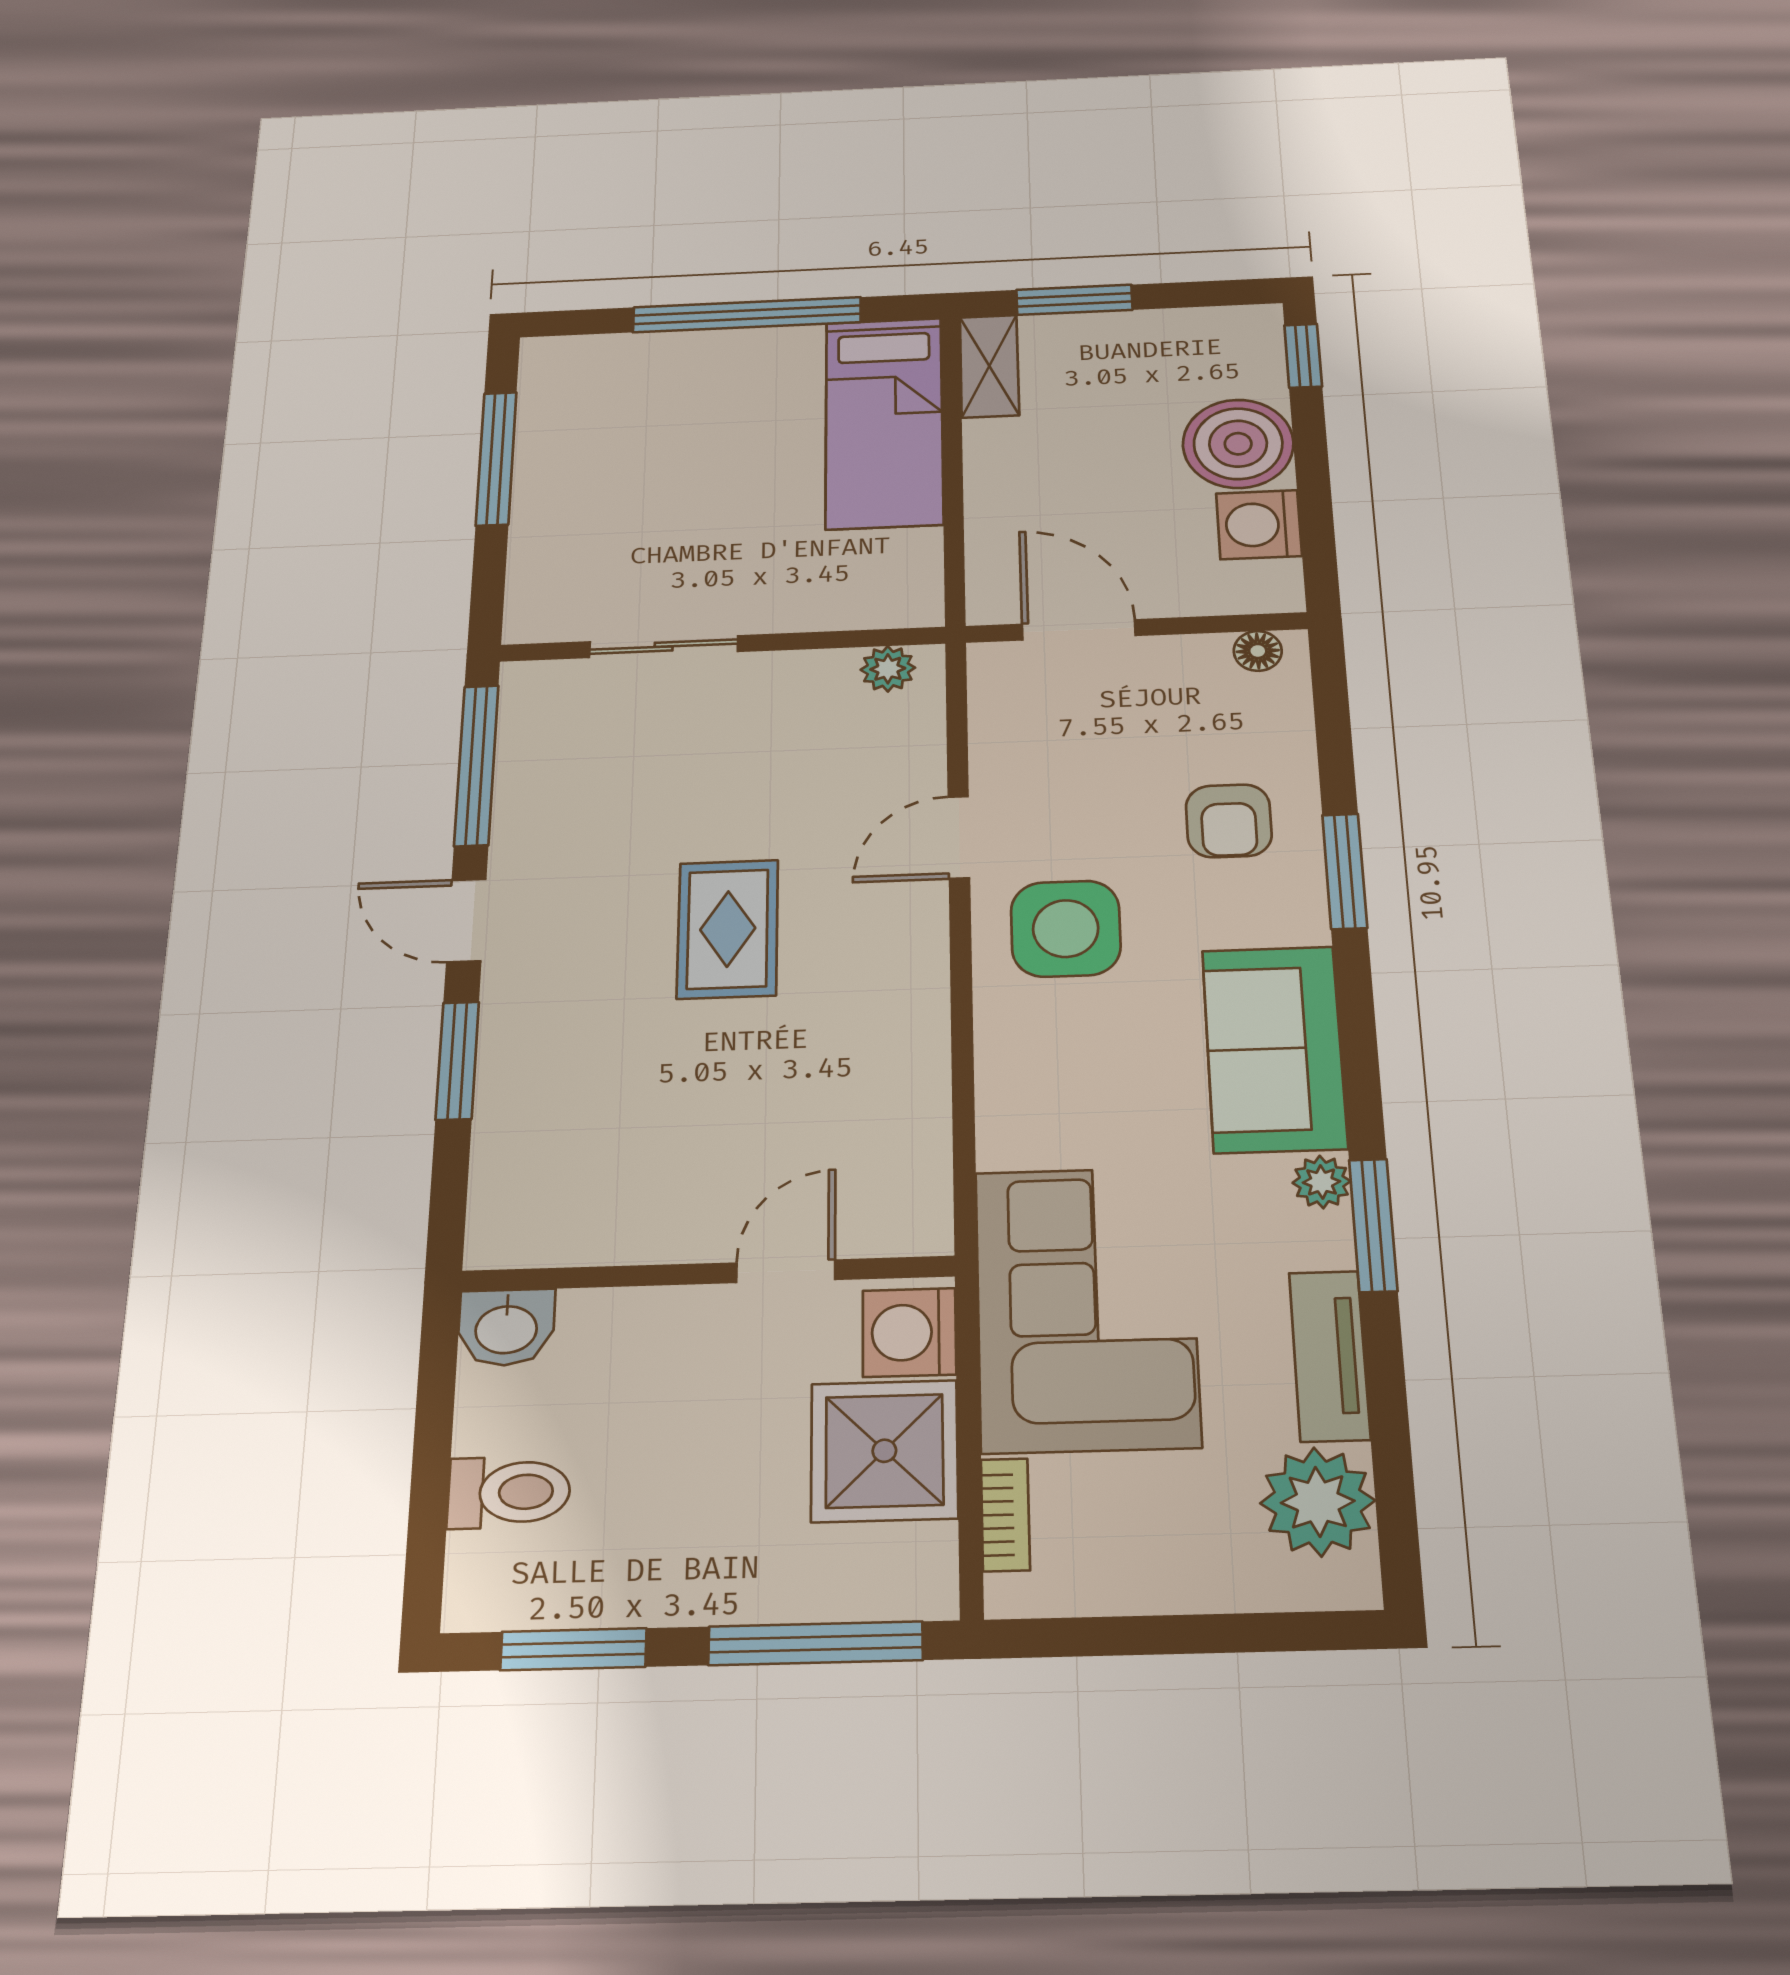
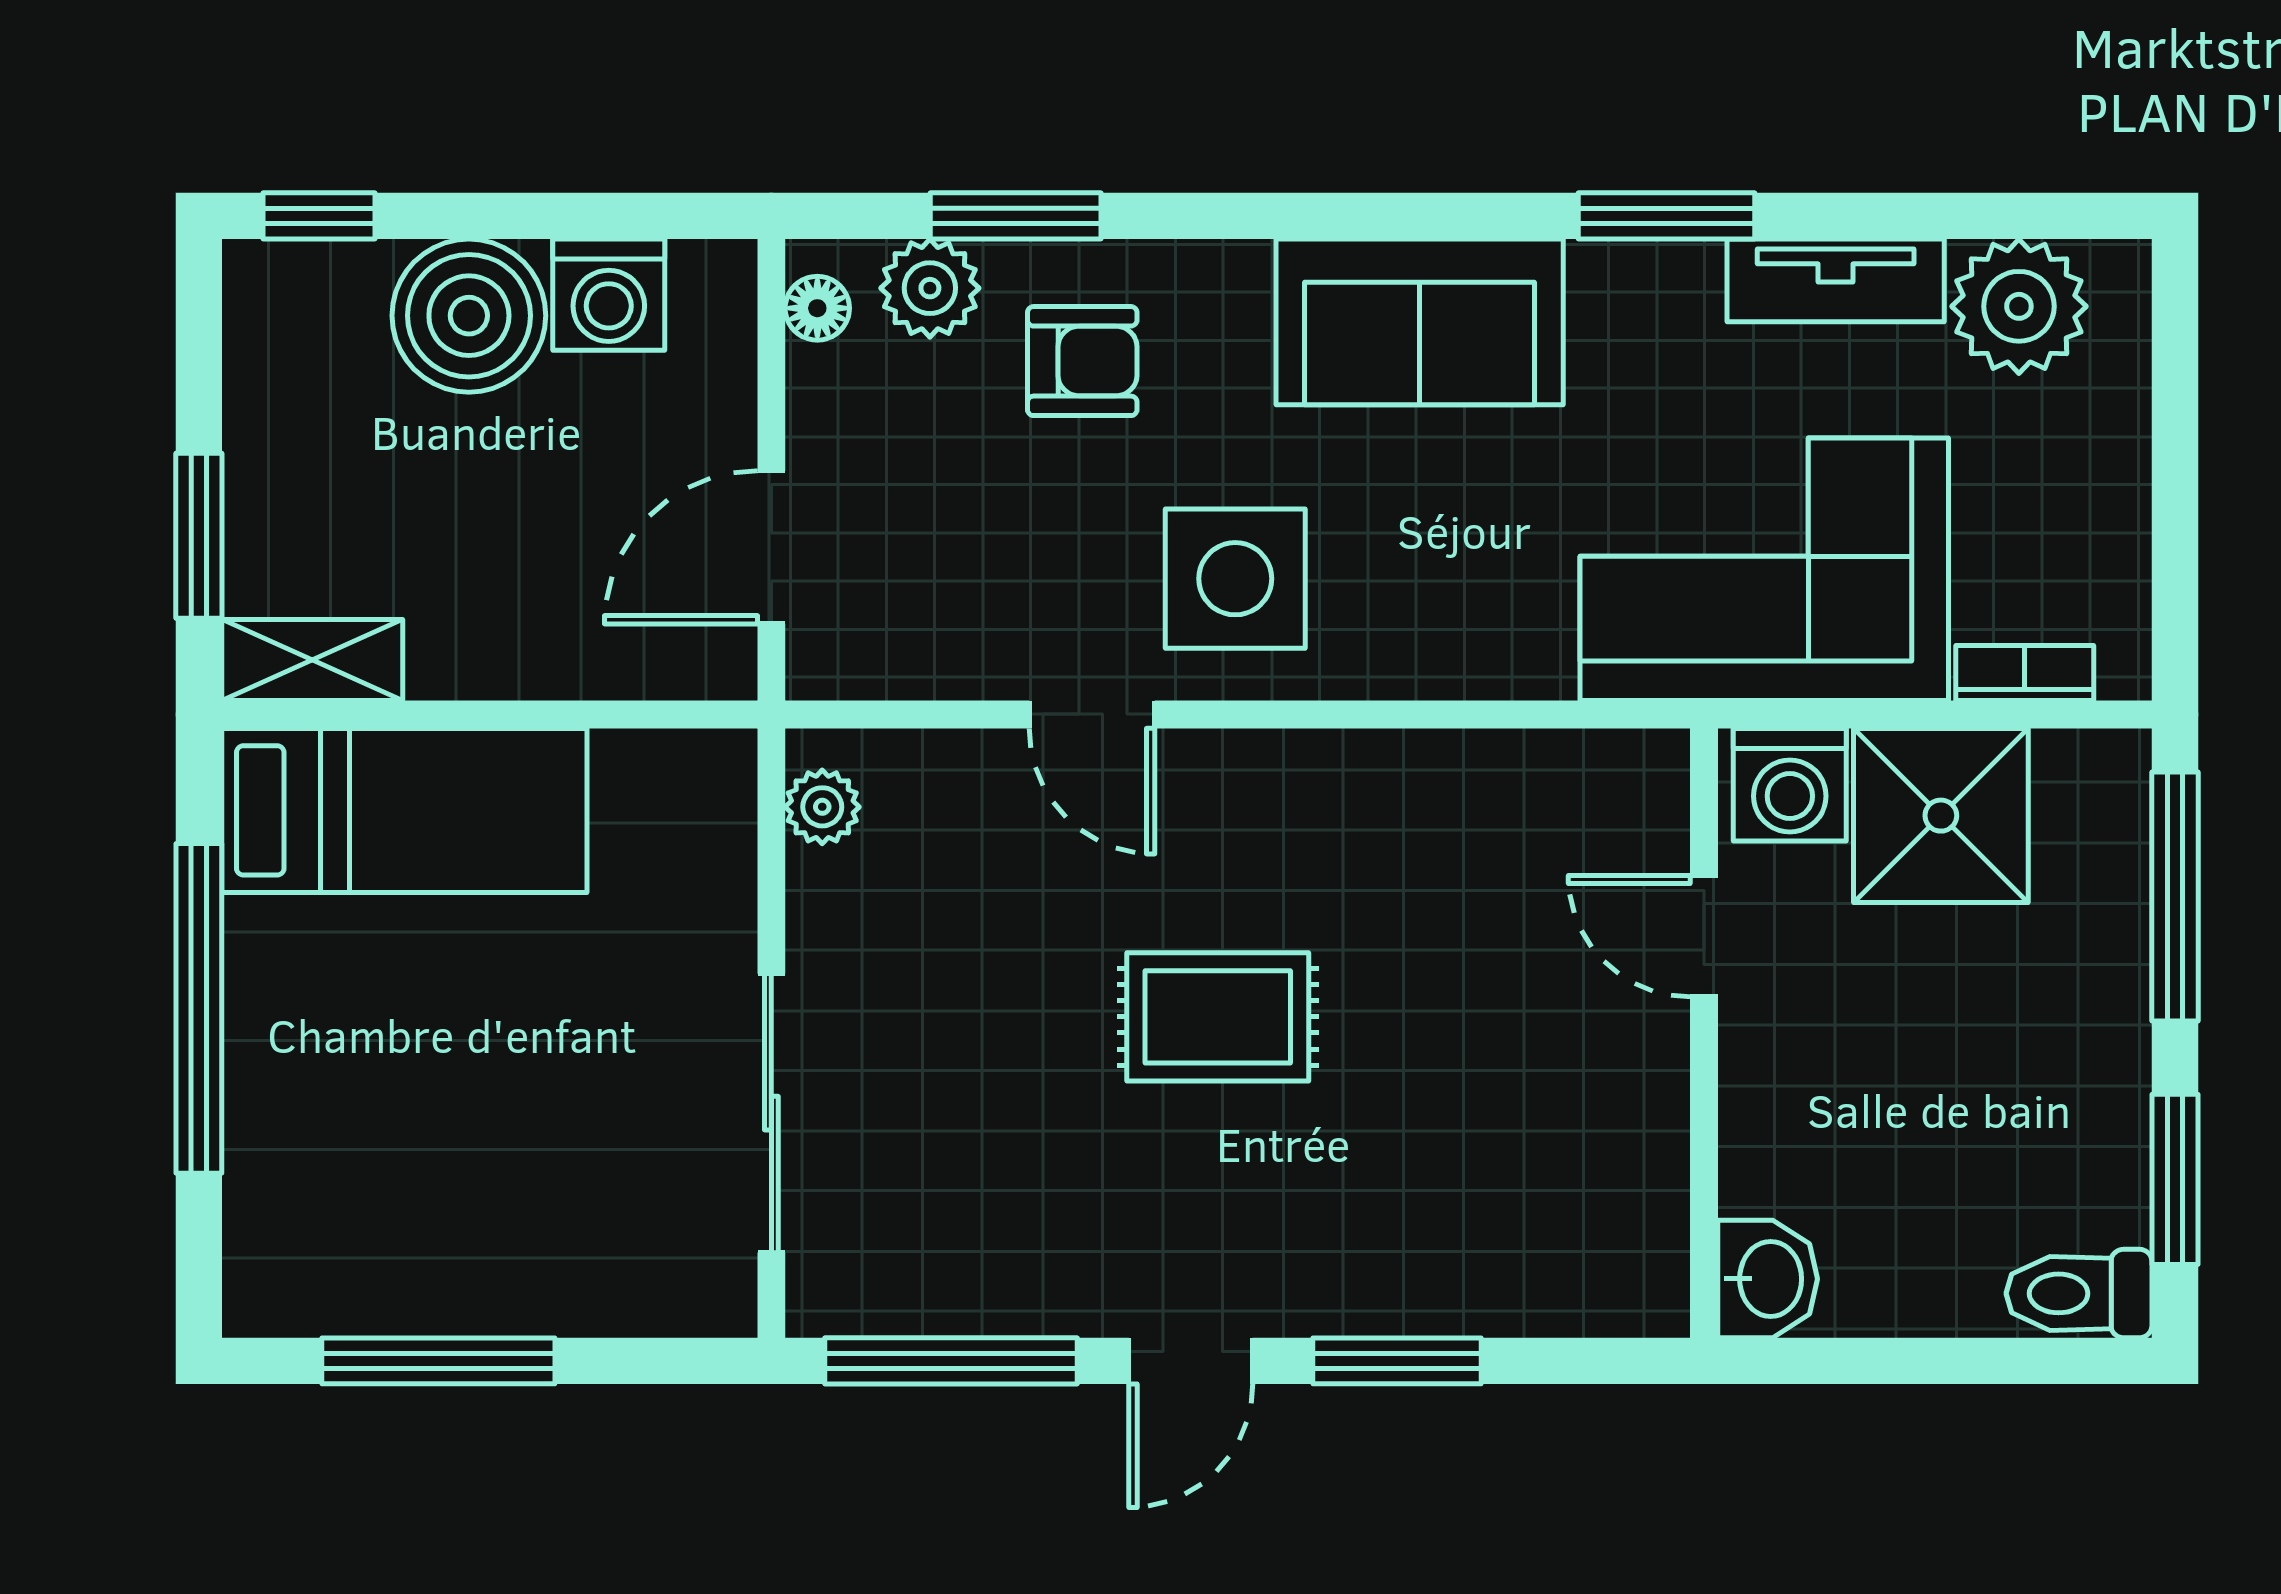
sliding door: (664, 647) -> (771, 1113), width x1.37
window: (1345, 871) -> (1016, 216), moved
plant: (1322, 1182) -> (930, 288), moved, width x1.38, depth x1.38
toilet: (509, 1492) -> (2079, 1293), moved, turned -90

